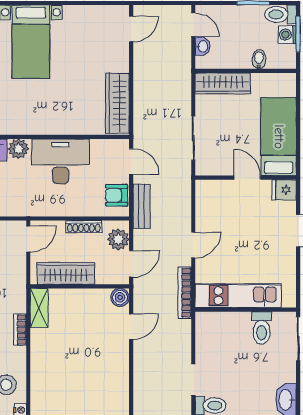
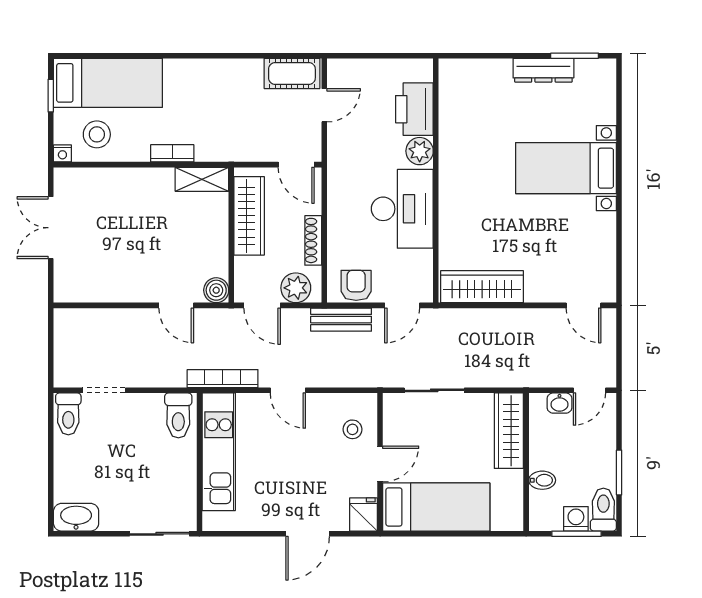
stool: (222, 198) -> (352, 429), added
toilet: (262, 328) -> (178, 415), moved, turned -90

